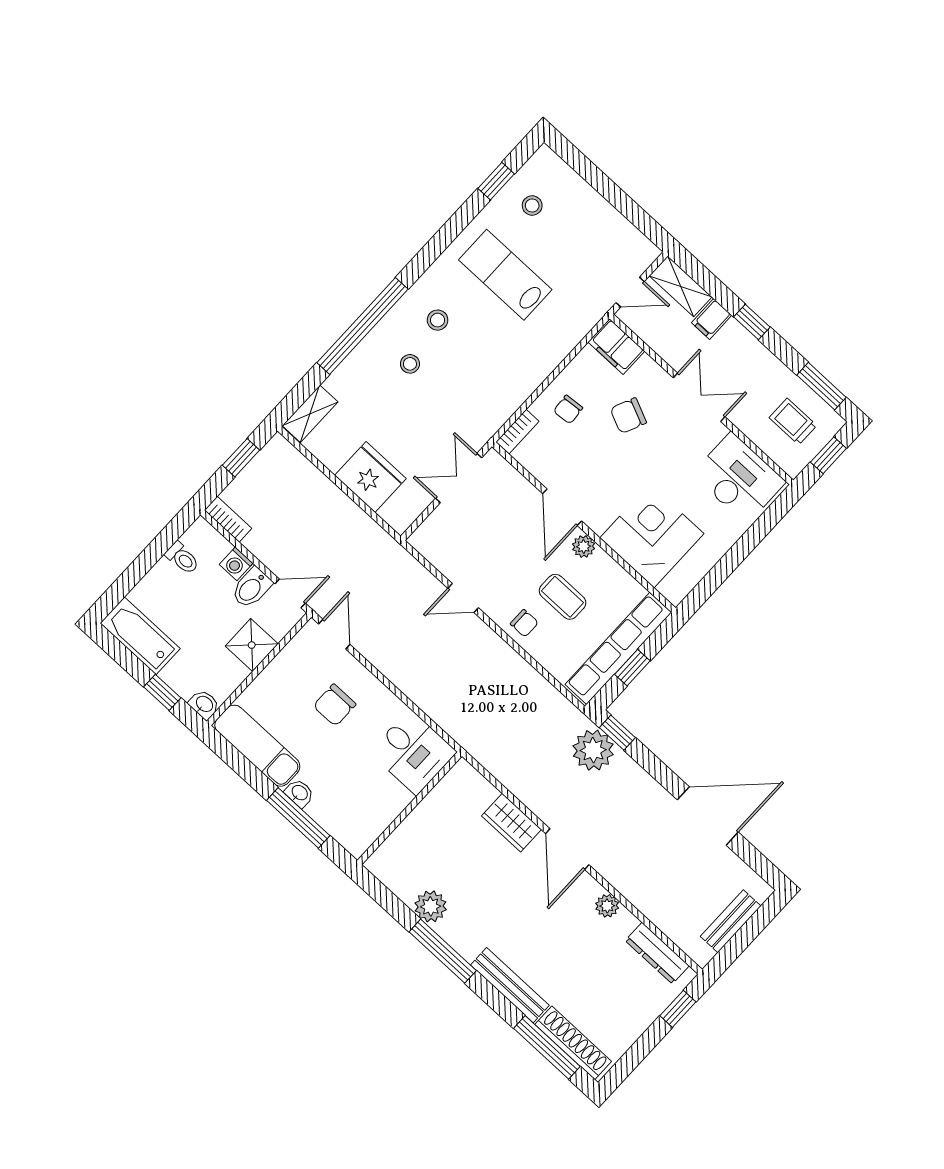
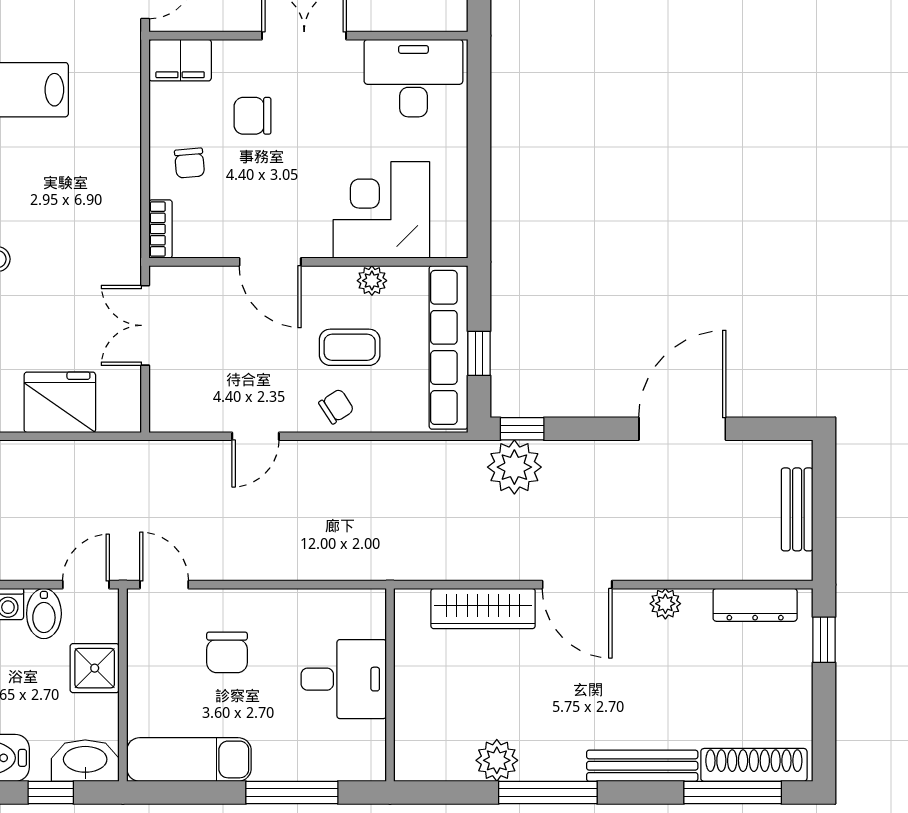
chair: (628, 416) -> (253, 116), turned 66
plant: (584, 546) -> (372, 281), moved
chair: (524, 623) -> (336, 406), turned -33
washbasin: (204, 704) -> (85, 761), width x1.91, depth x1.45
desk: (413, 752) -> (344, 679), moved
washbasin: (299, 793) -> (271, 768), removed
wardrobe: (512, 823) -> (483, 609), width x1.50

